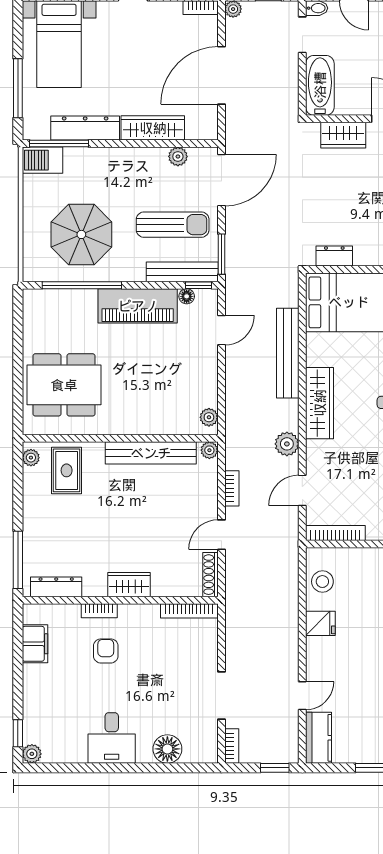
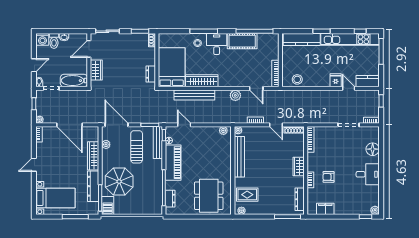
parasol: (81, 234) -> (119, 181), moved
dresser: (58, 299) -> (170, 199), added
wardrobe: (320, 403) -> (202, 81), moved
fridge: (320, 623) -> (336, 80), moved

